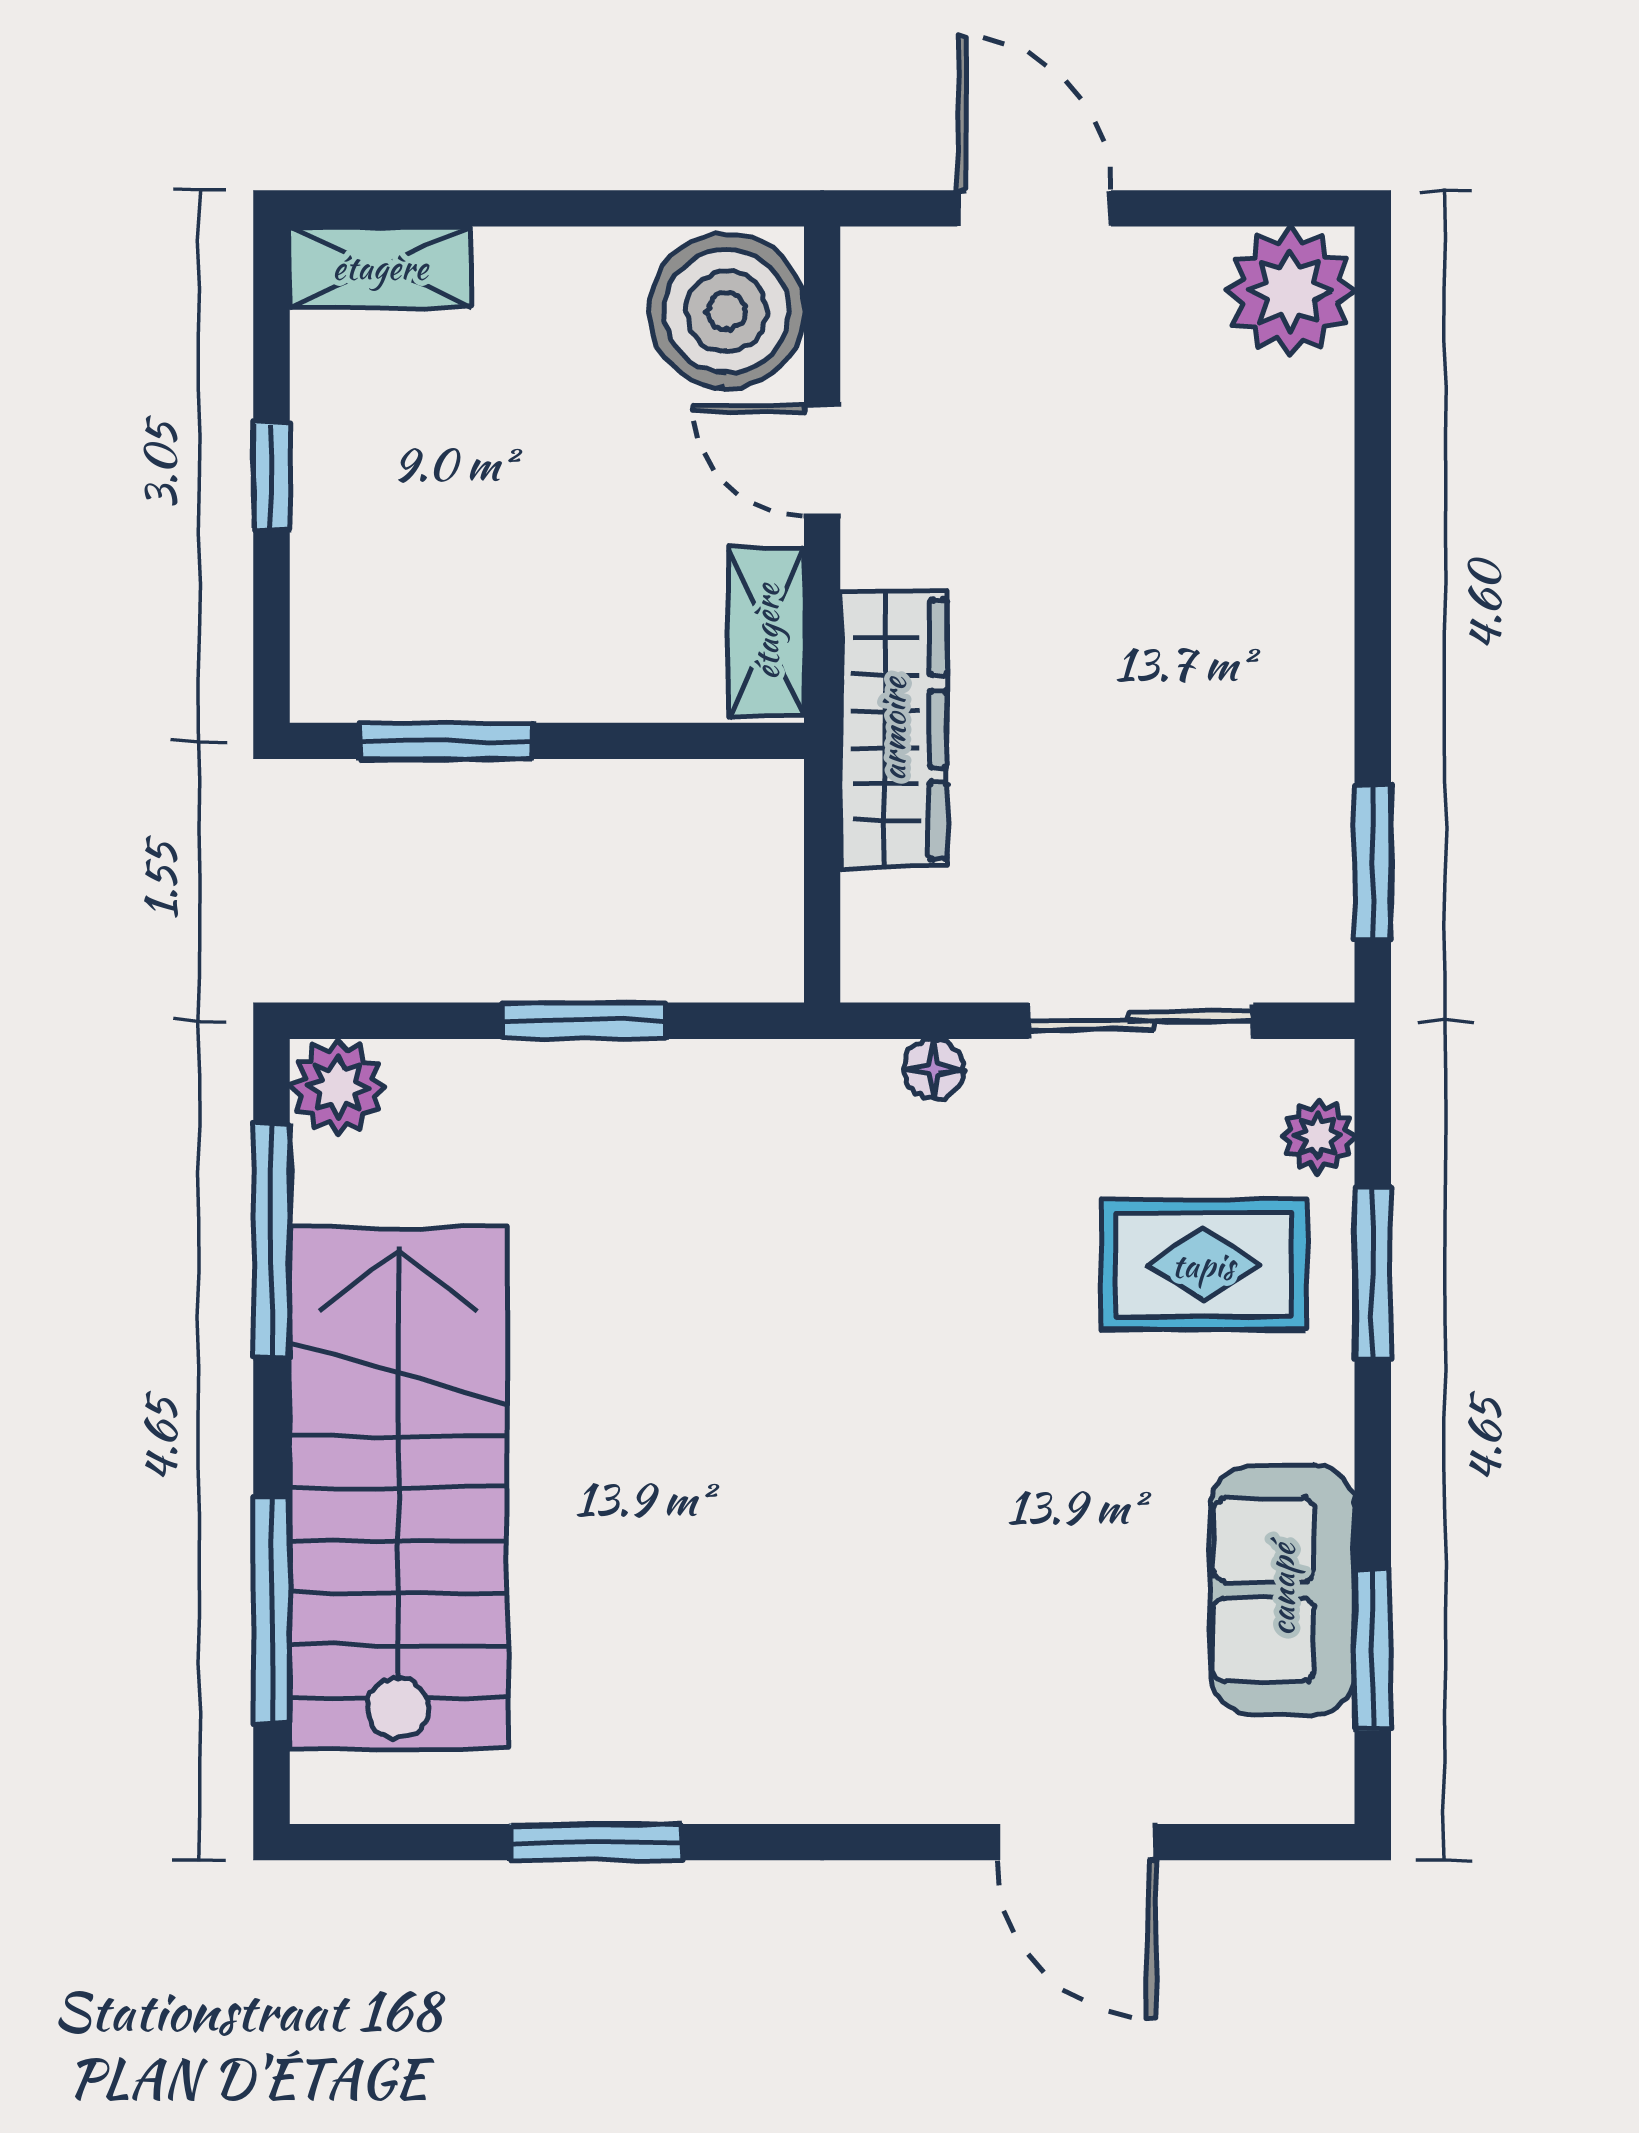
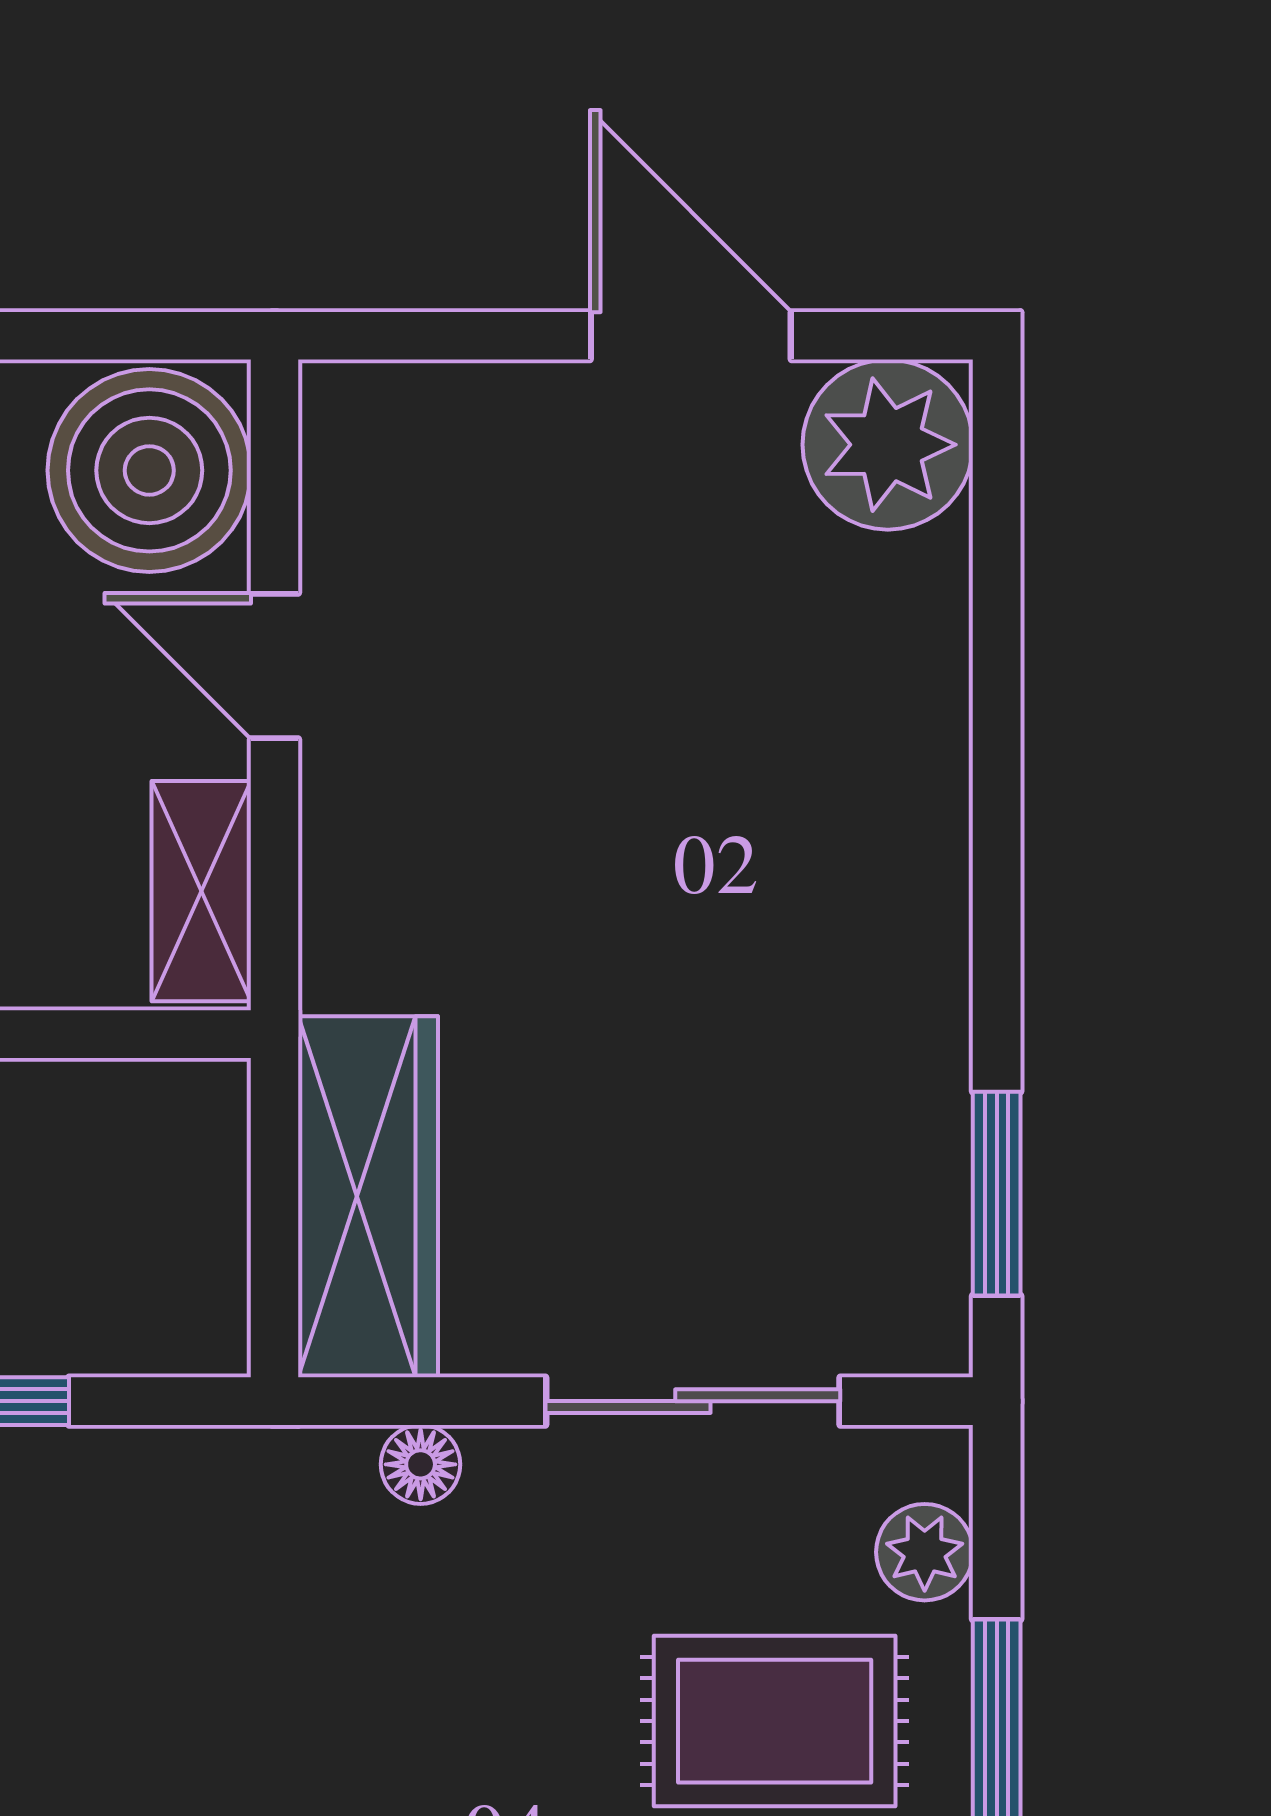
door: (1034, 208) -> (691, 336), moved
wardrobe: (893, 729) -> (368, 1197), moved

